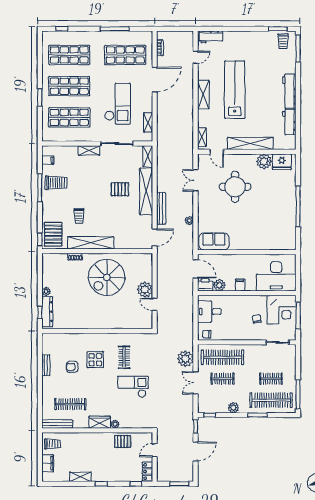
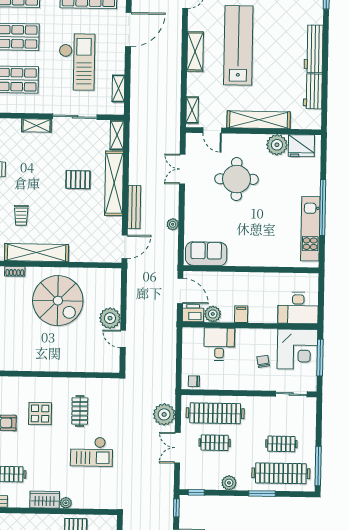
kitchen unit: (289, 222) -> (310, 229), added
desk: (276, 276) -> (298, 308), width x0.73, depth x0.77
spiral stairs: (107, 277) -> (58, 301), turned -90
desk: (209, 312) -> (219, 344), moved, turned 90
checkout: (133, 387) -> (92, 452), turned 180

